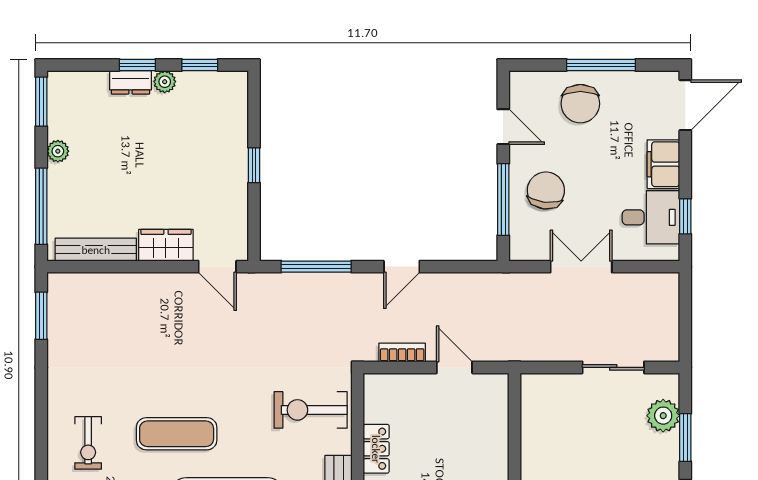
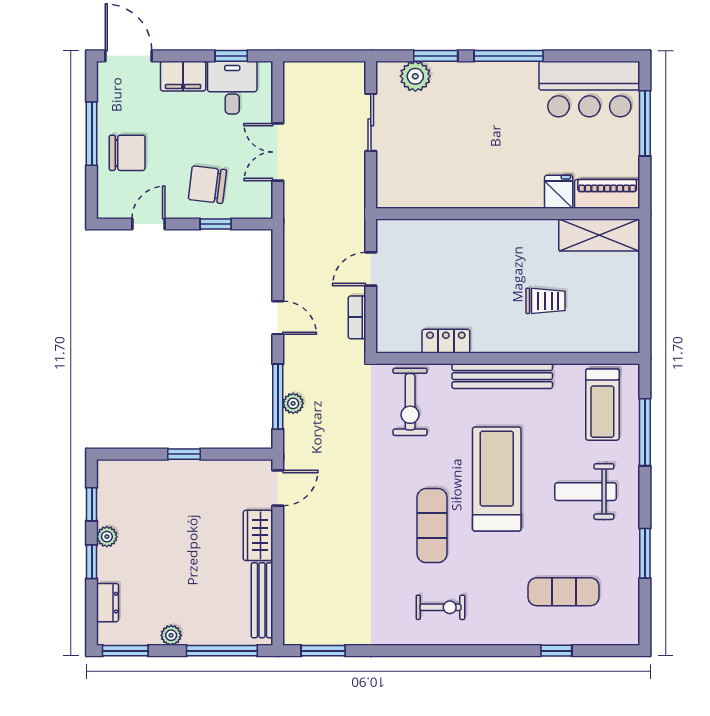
dresser: (131, 82) -> (108, 603), moved
window: (503, 199) -> (216, 224), width x0.46
plant: (309, 283) -> (293, 403), added

